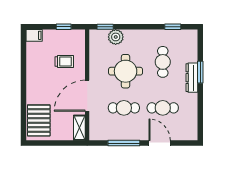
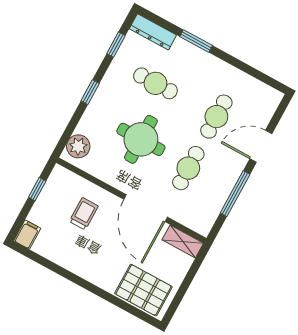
window: (105, 27) -> (90, 92), moved
plant: (116, 37) -> (78, 146), moved
dresser: (192, 78) -> (153, 32), moved

